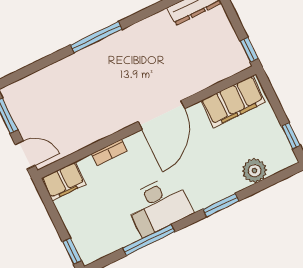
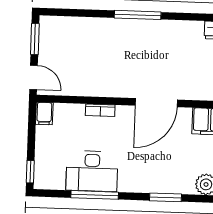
filing cabinet: (64, 181) -> (44, 114), width x0.50
desk: (159, 206) -> (92, 171), moved

